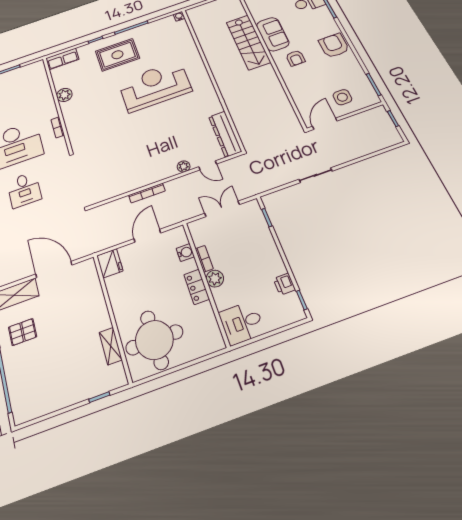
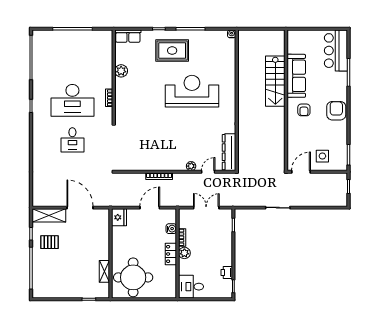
sofa: (273, 34) -> (296, 76), width x1.36
door: (208, 165) -> (208, 172), swing flipped

